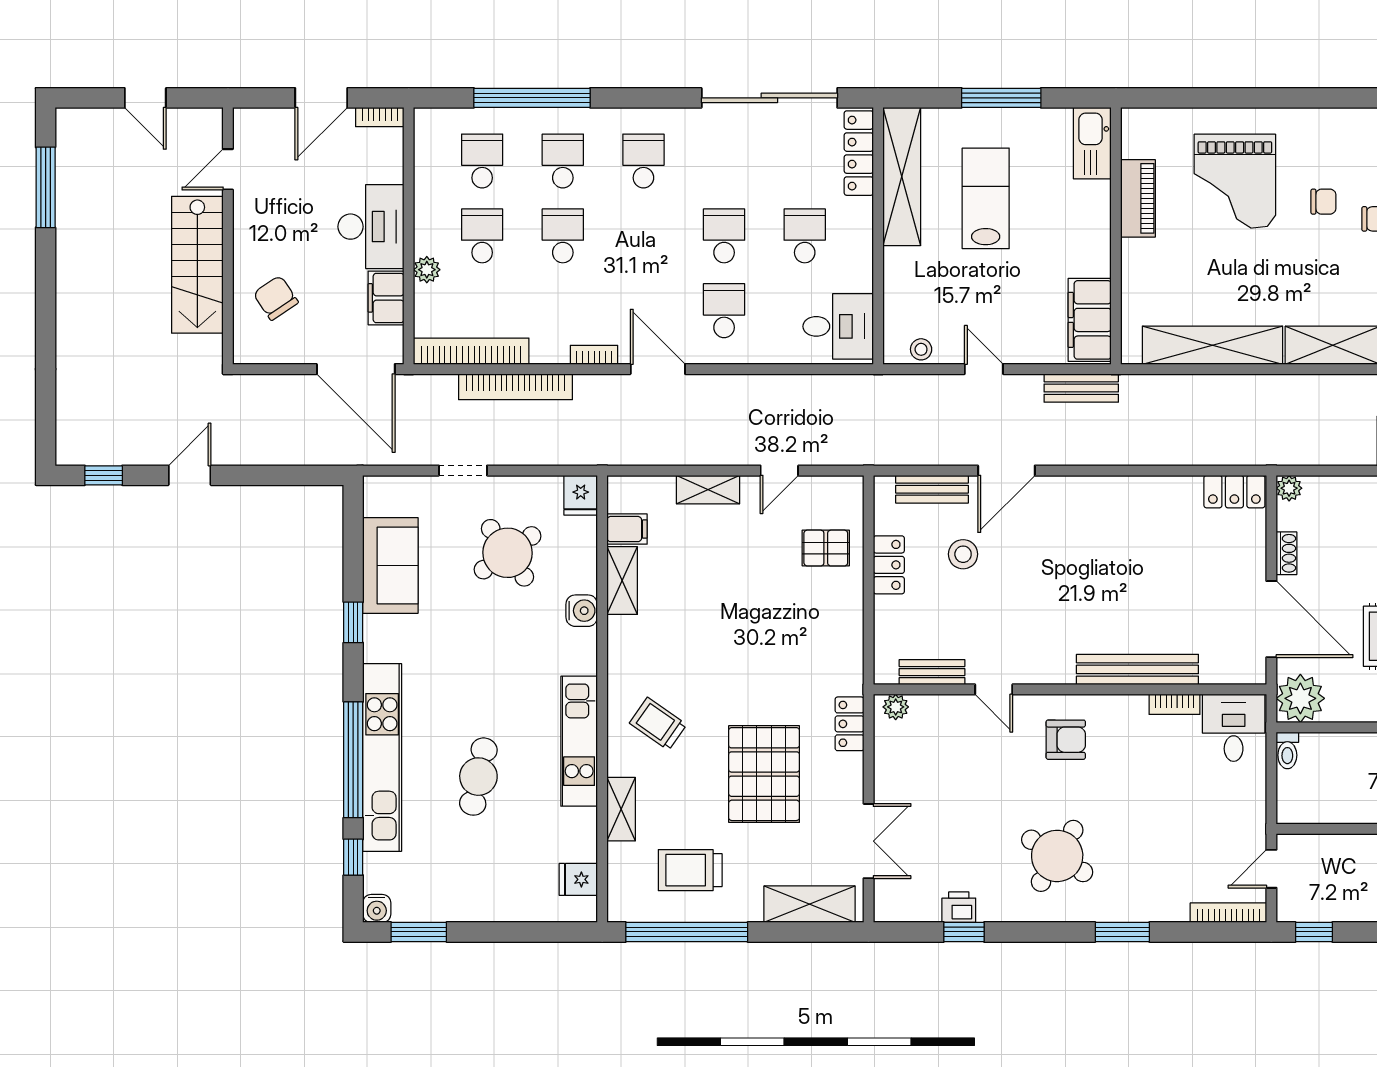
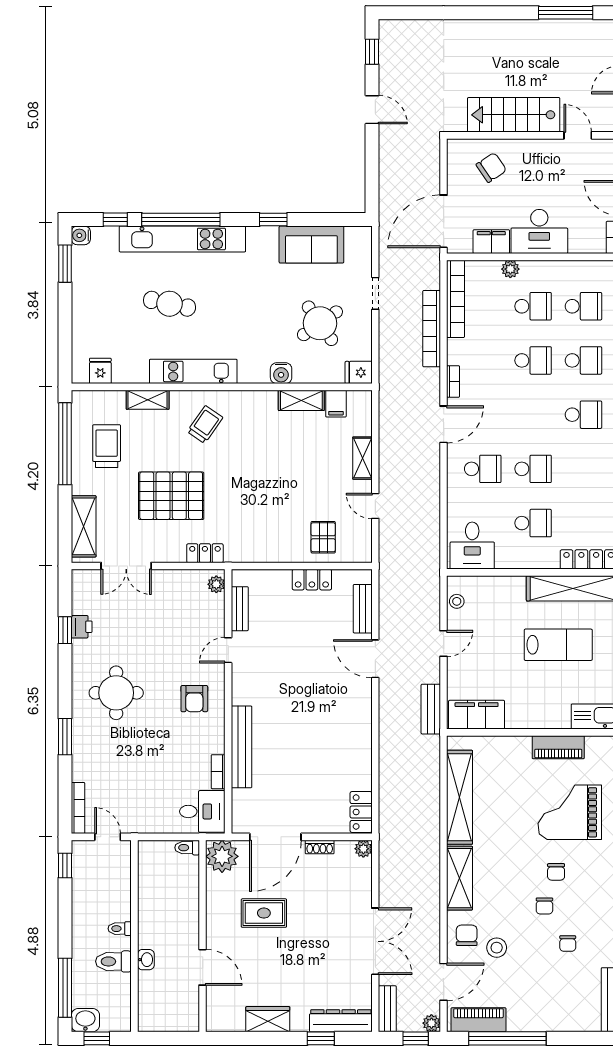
stool: (963, 554) -> (319, 630), removed
round table: (1057, 856) -> (116, 693), turned -32

